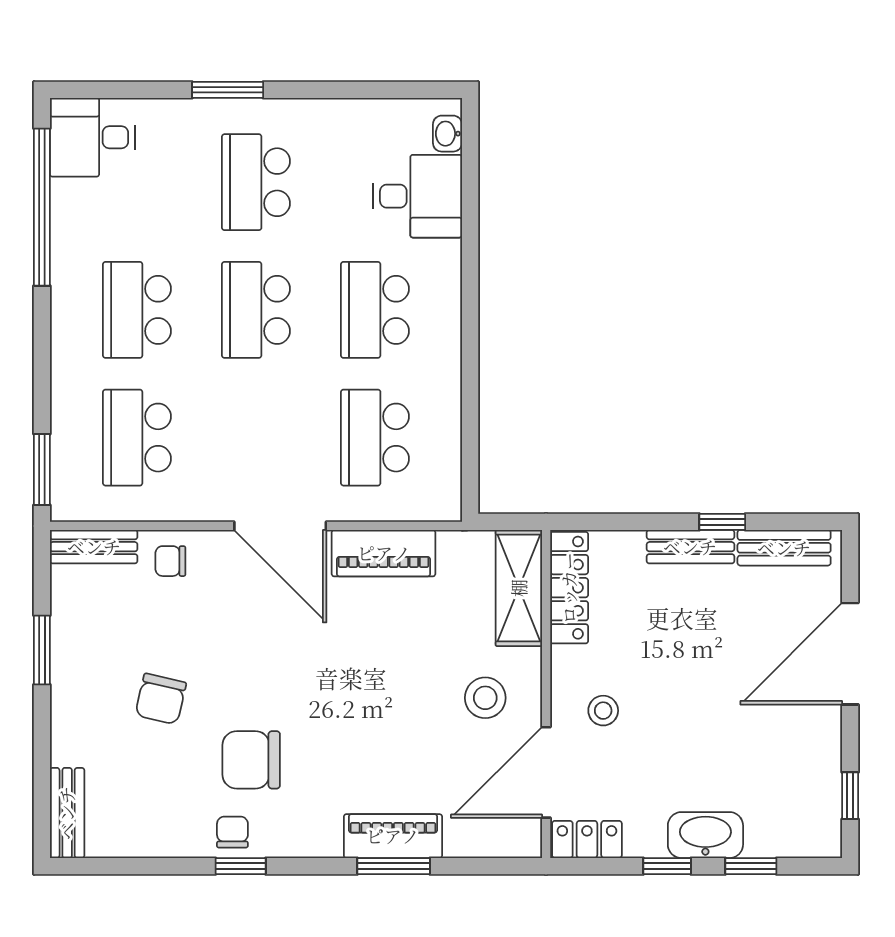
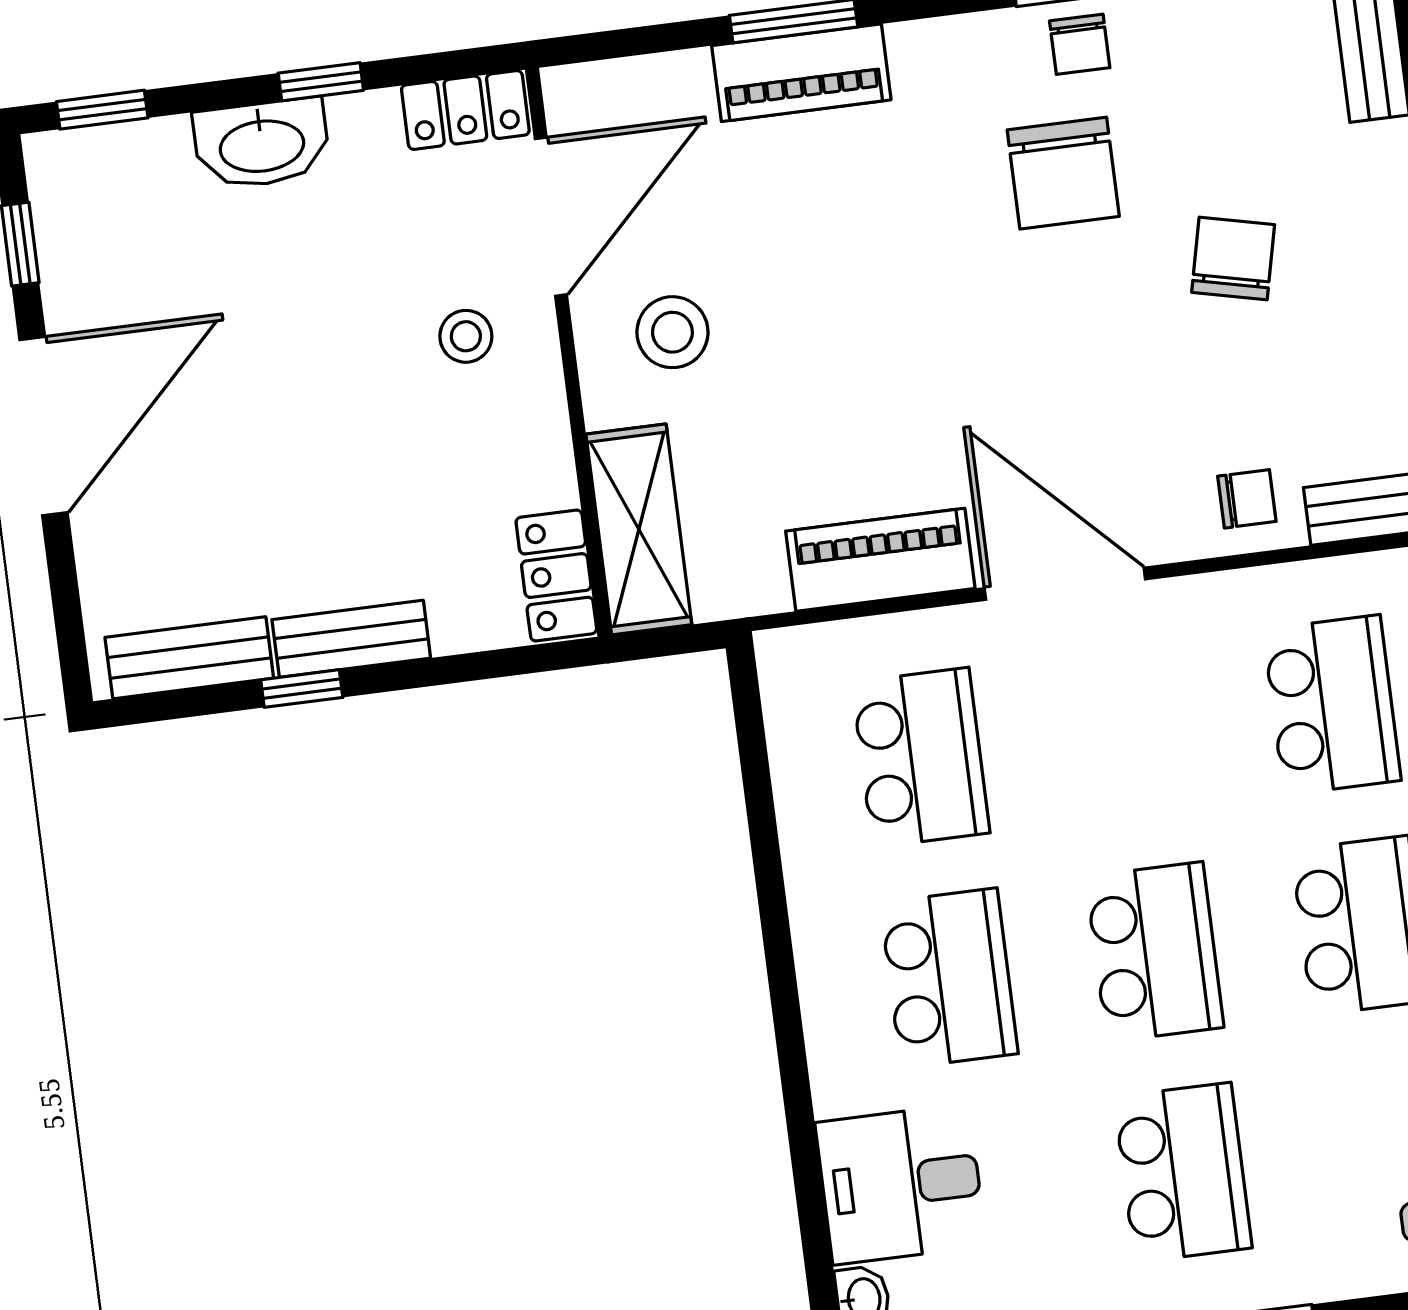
locker: (569, 588) -> (556, 576), width x0.66
door: (850, 654) -> (44, 426), moved
chair: (251, 760) -> (1063, 173), turned 90
window: (751, 866) -> (102, 110), moved

